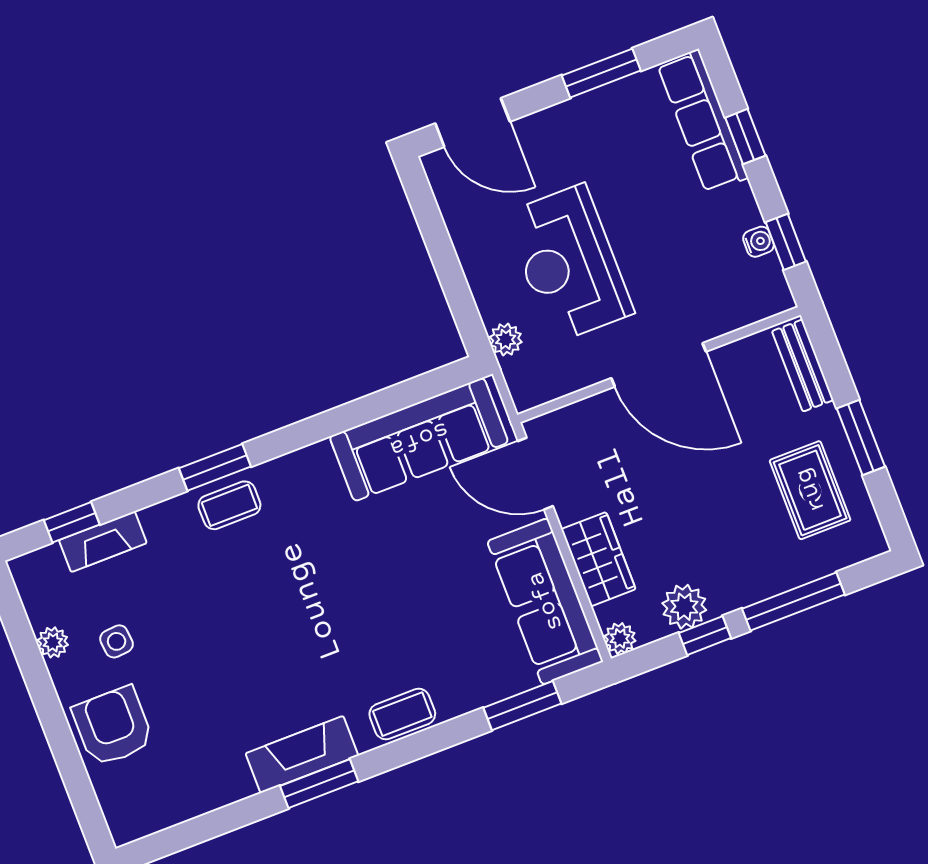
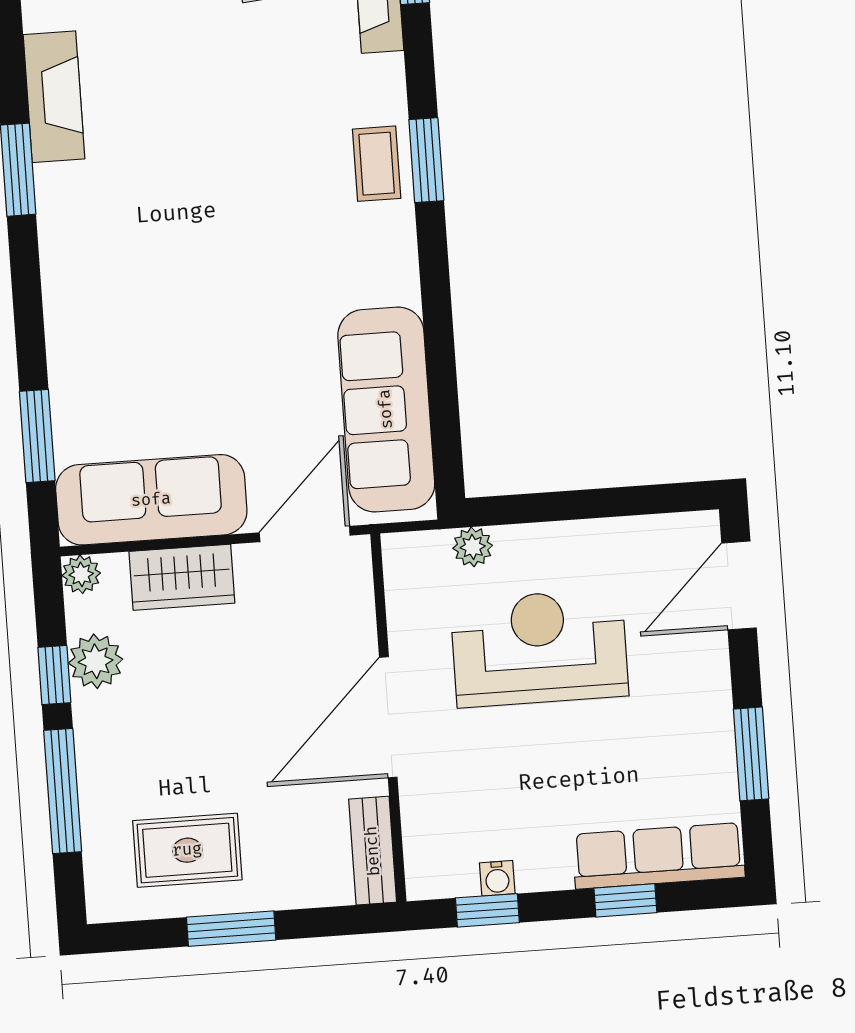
bench: (803, 366) -> (373, 851), moved, turned 90
coffee table: (402, 714) -> (70, 292), removed
fireplace: (302, 754) -> (54, 97), moved

